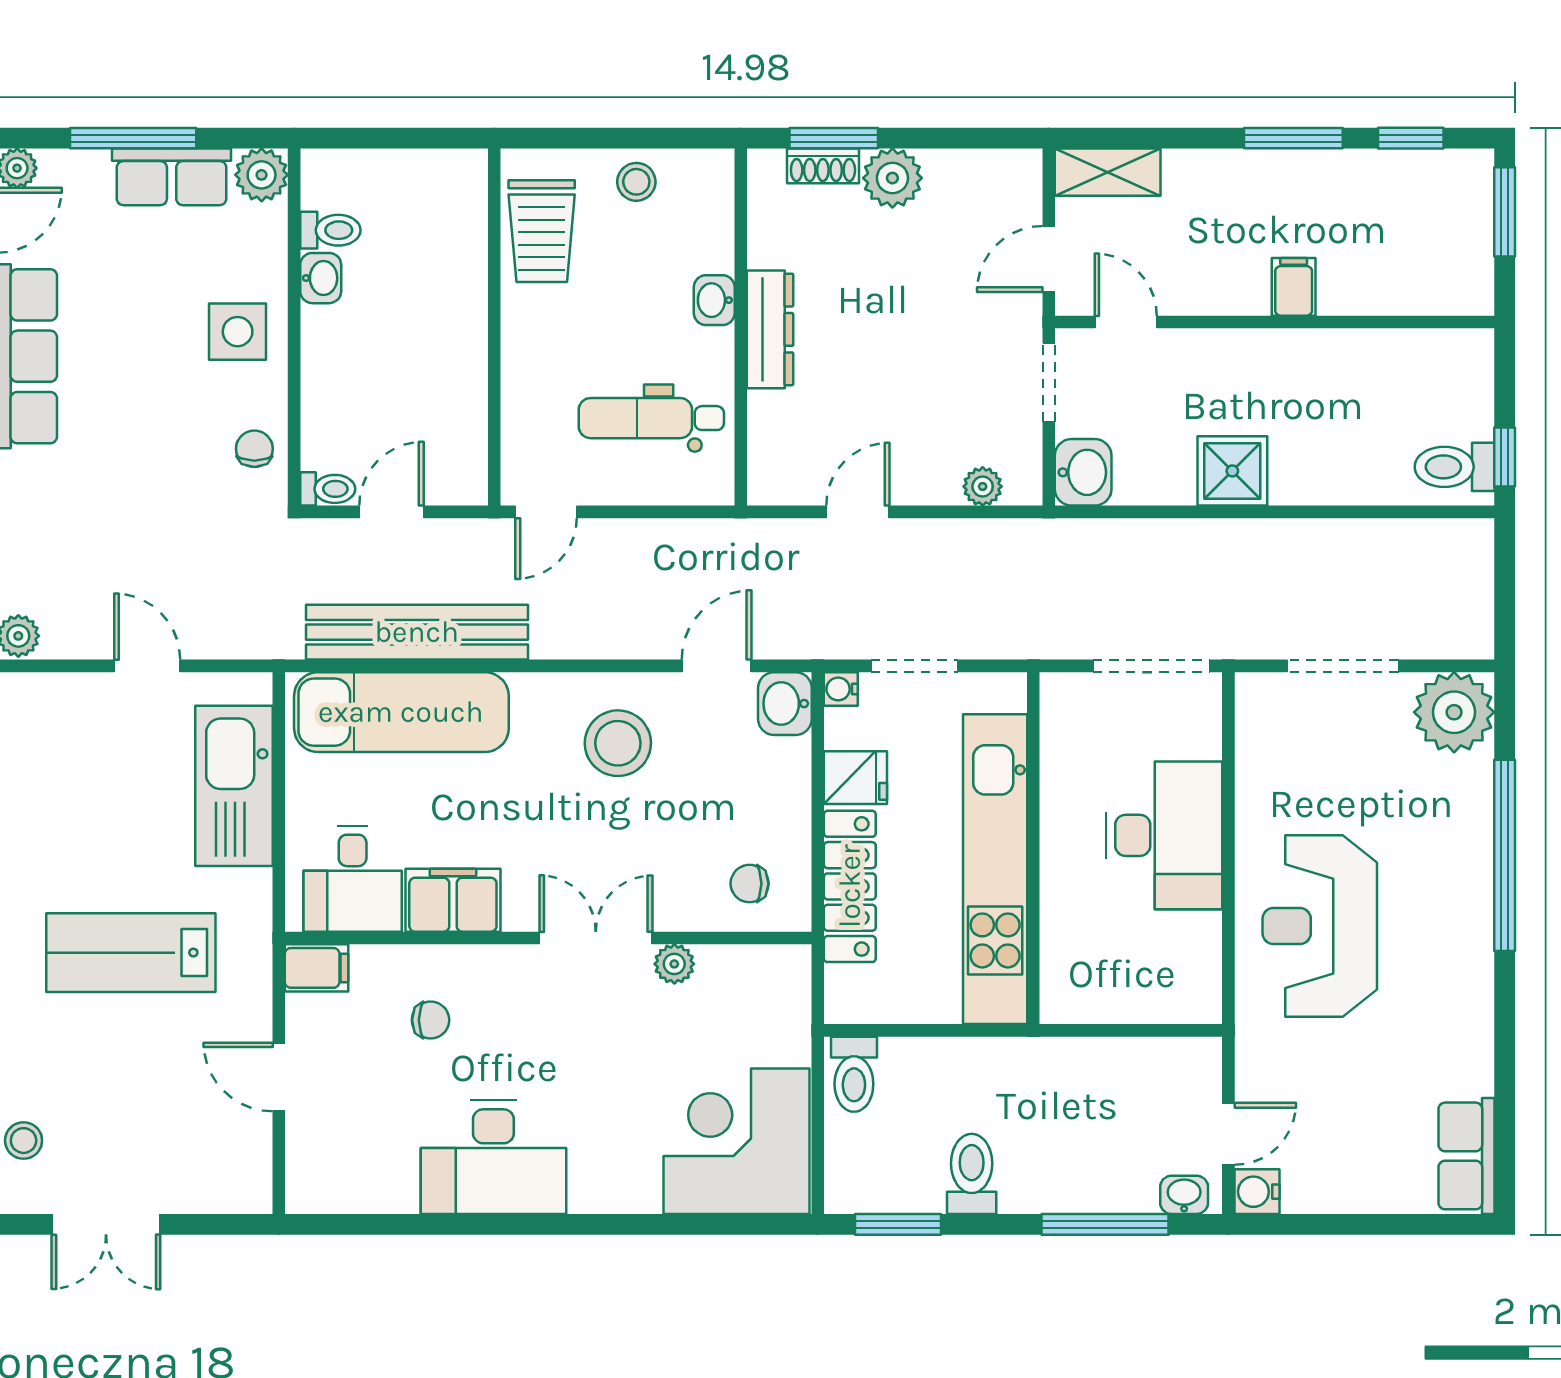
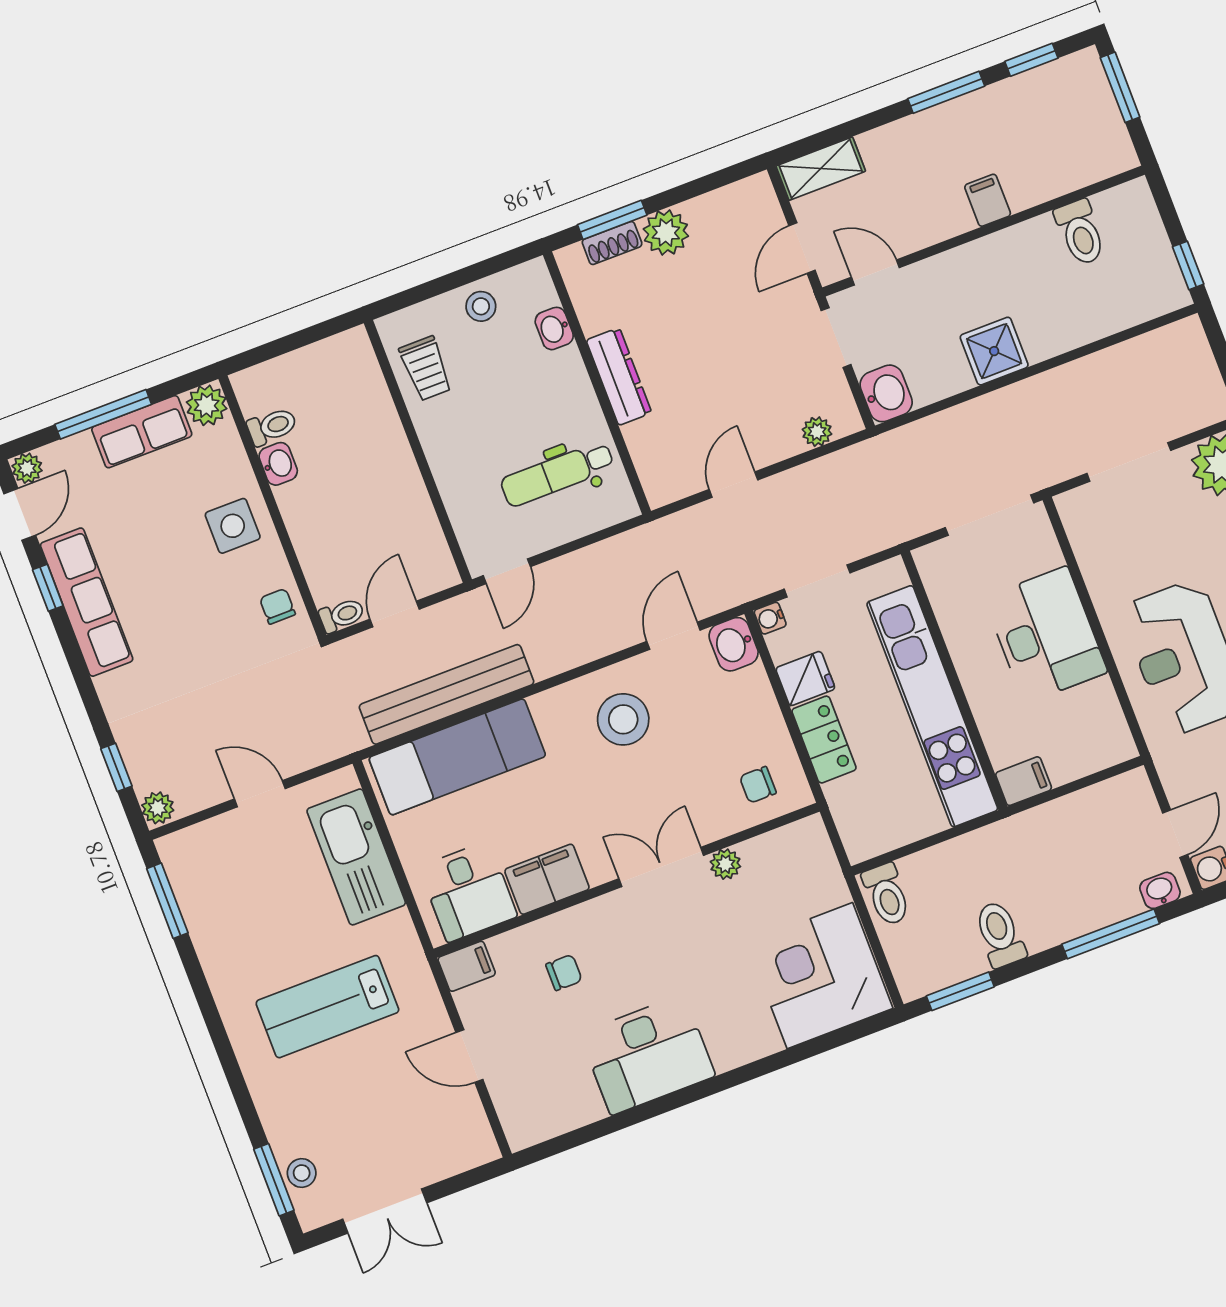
trolley: (542, 231) -> (426, 368), width x0.73, depth x0.72
washbasin: (714, 300) -> (554, 328), moved
toilet: (1455, 467) -> (1080, 232), moved, turned -90
locker: (850, 886) -> (824, 740), width x0.66
filing cabinet: (1070, 1001) -> (1024, 781), added

